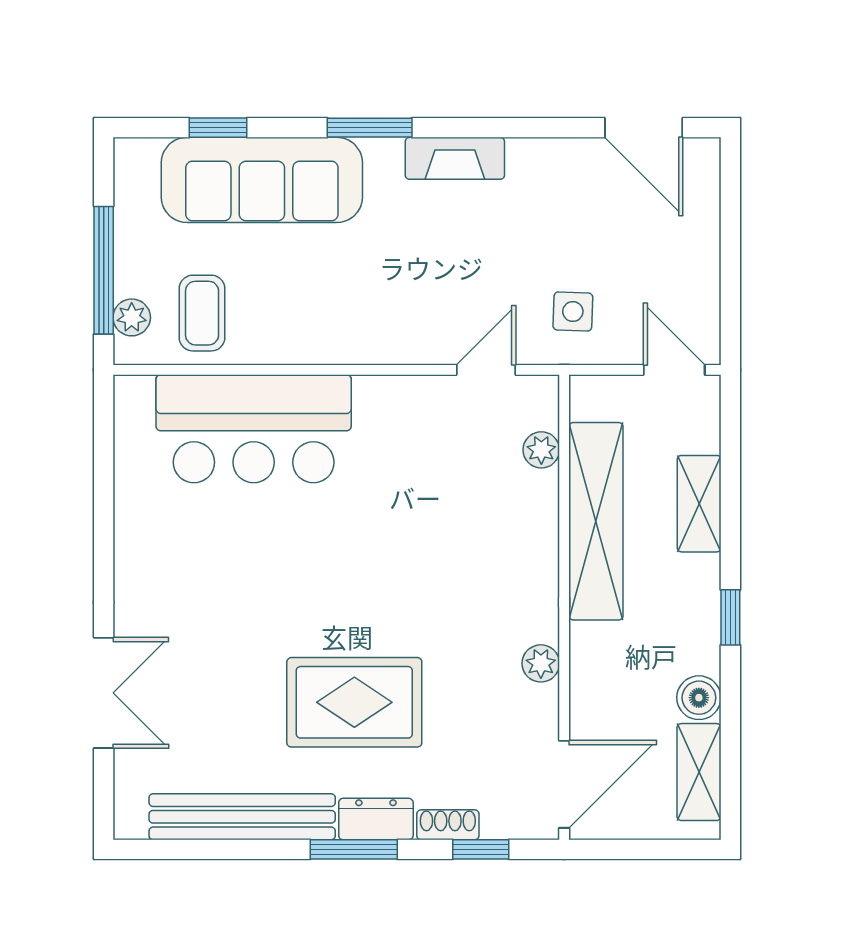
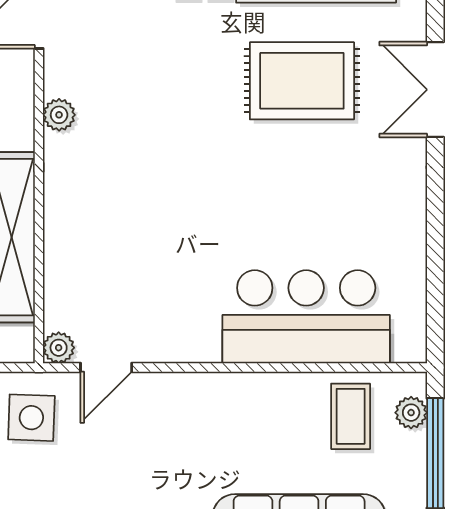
side table: (573, 312) -> (31, 418), width x1.37, depth x1.37
plant: (541, 450) -> (59, 348), moved
rug: (354, 702) -> (302, 81), moved

